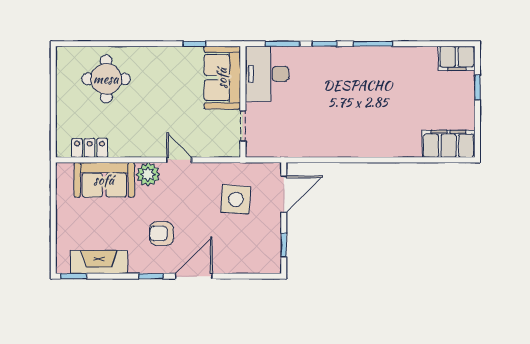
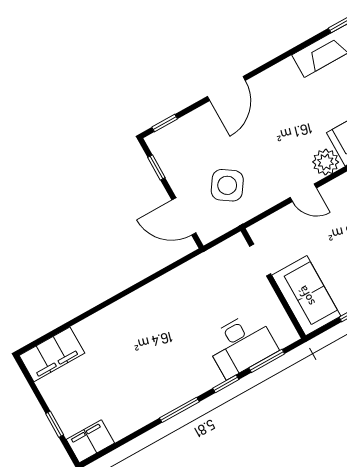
desk: (267, 74) -> (241, 345), moved, turned 90
door: (284, 194) -> (184, 216), hinge flipped
side table: (236, 200) -> (227, 185), turned 30
armchair: (161, 234) -> (281, 112), removed
window: (151, 276) -> (165, 123), moved

